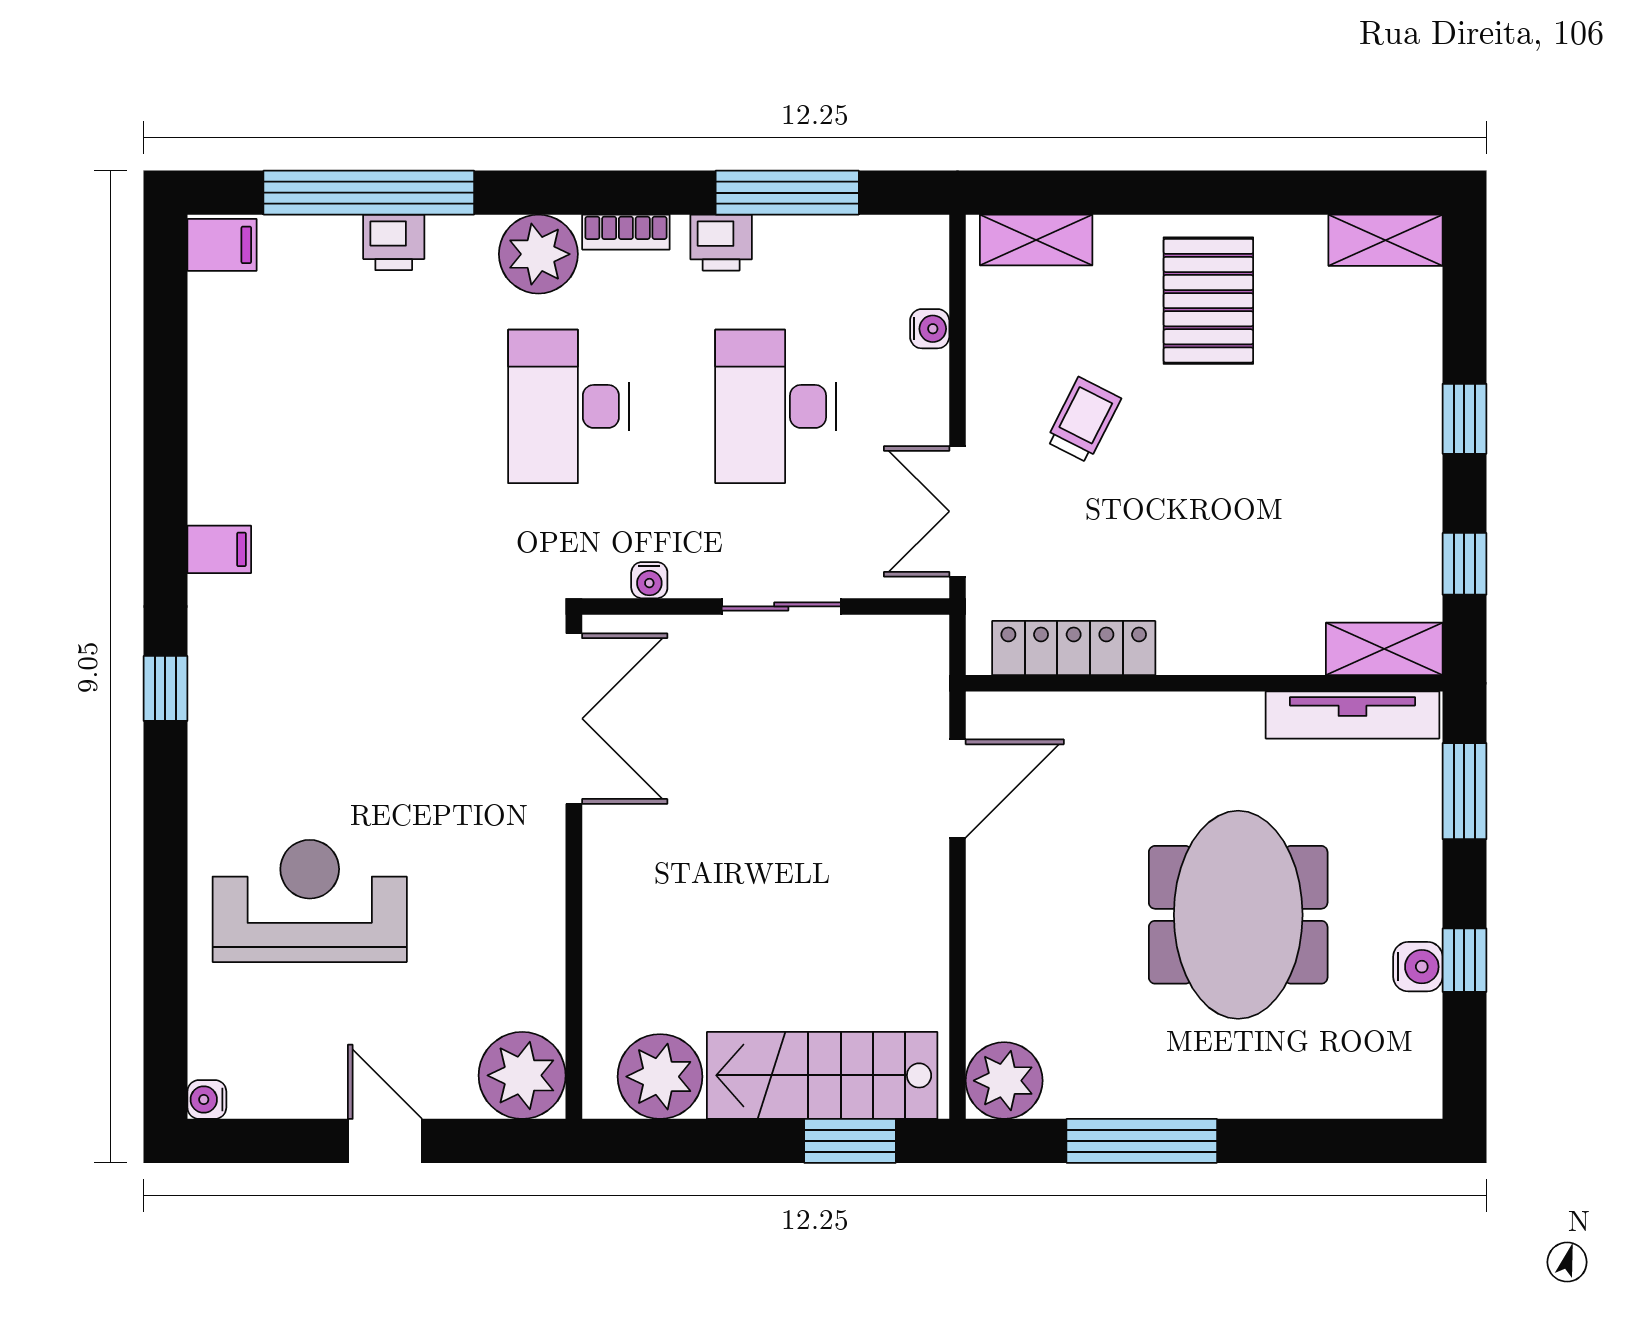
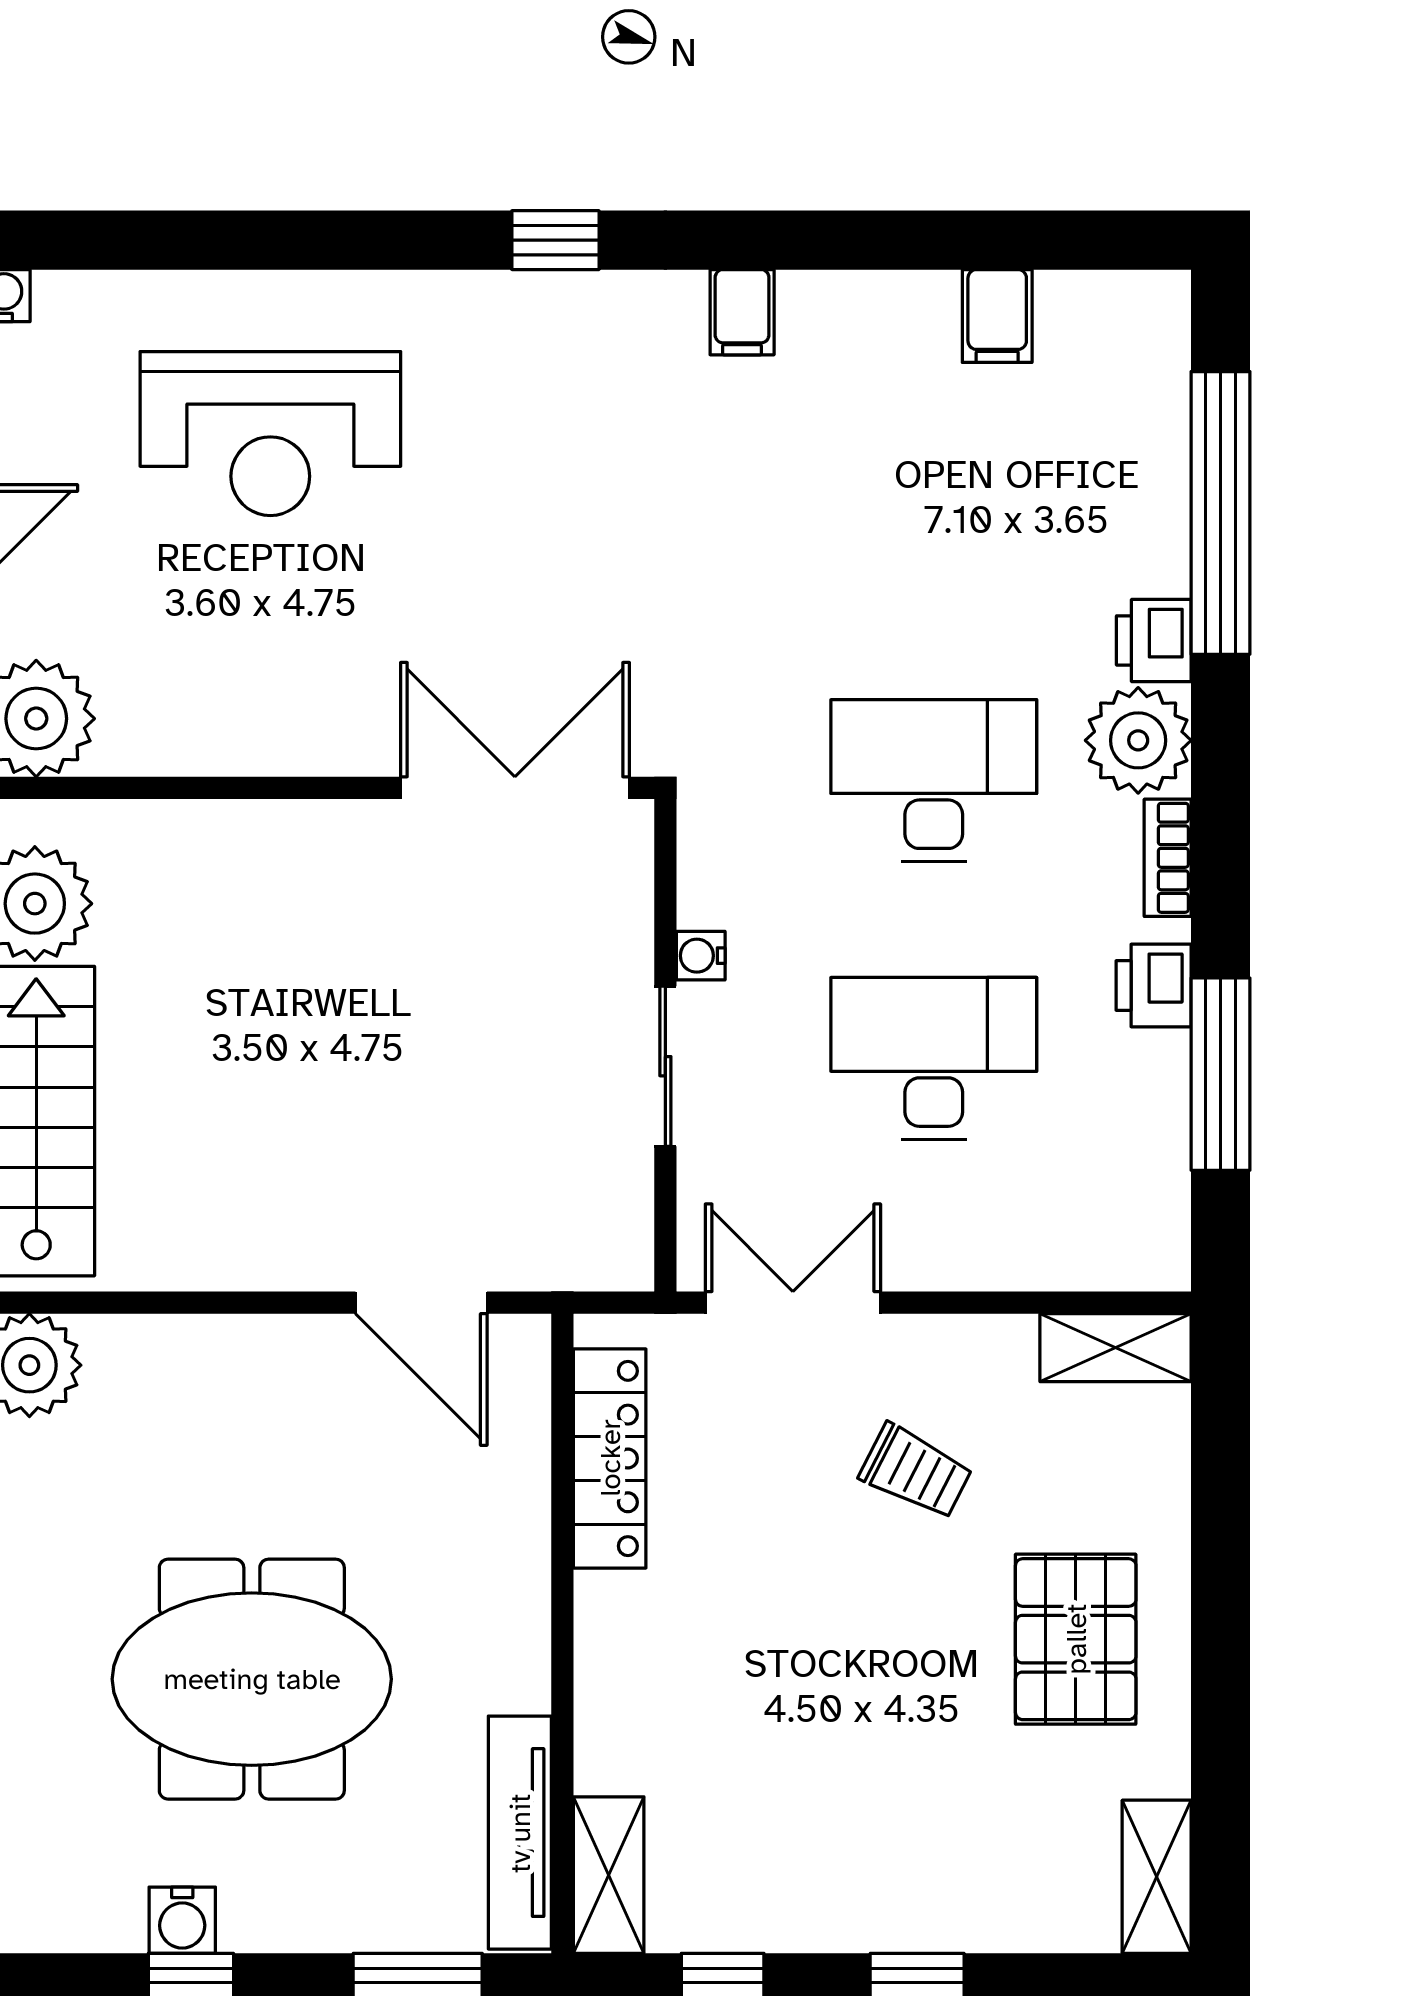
shelving: (1036, 240) -> (1116, 1348), moved, turned 90
printer: (394, 242) -> (1154, 640), moved
filing cabinet: (222, 245) -> (997, 316), moved
pallet: (1208, 301) -> (1076, 1639), turned 90
water cooler: (930, 329) -> (1038, 1265), removed
water cooler: (649, 580) -> (701, 956), moved
double door: (574, 719) -> (515, 788), swing flipped
reception desk: (310, 901) -> (270, 434), turned 90

